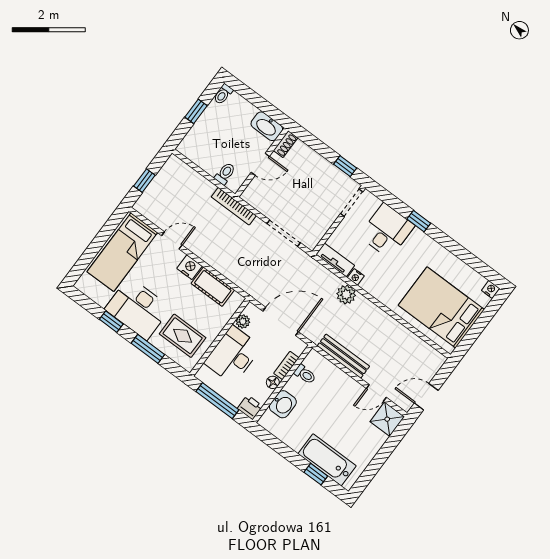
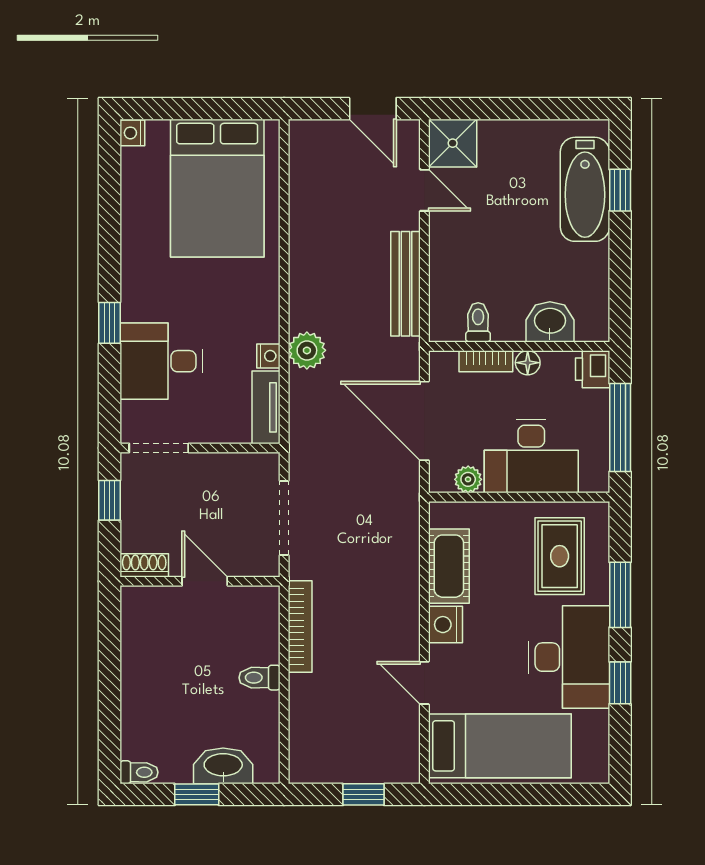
washbasin: (267, 126) -> (223, 766), moved, turned -90
shoe rack: (286, 144) -> (144, 565), moved
wall: (262, 162) -> (200, 581), moved
door: (260, 164) -> (205, 581), moved

